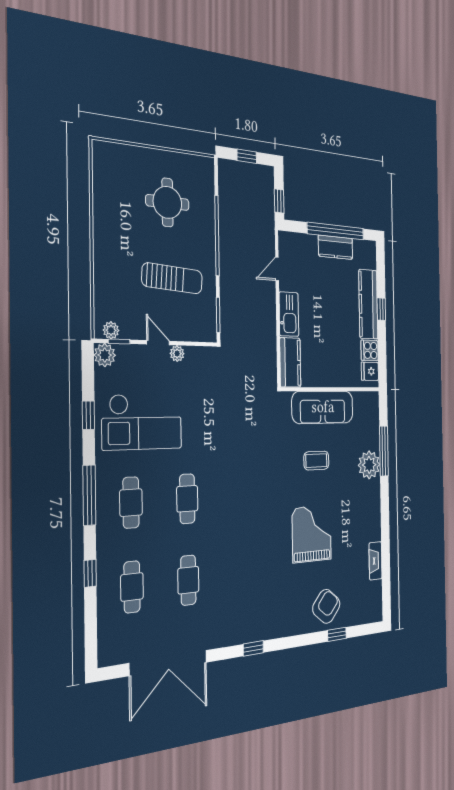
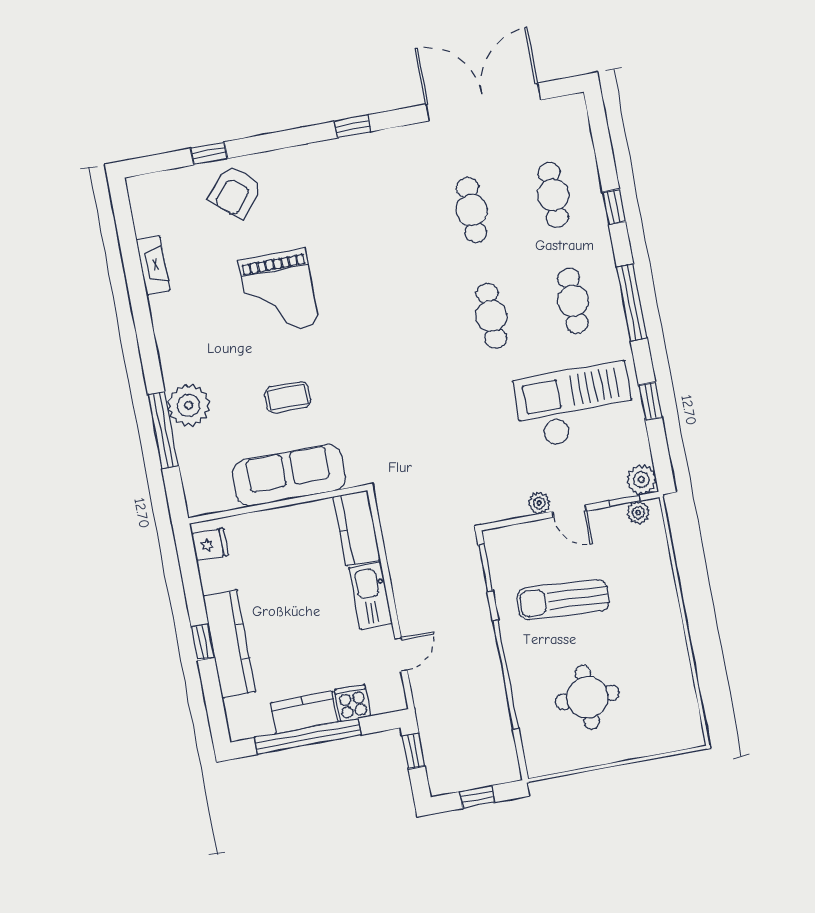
cooker: (370, 350) -> (353, 703), moved, turned -90

